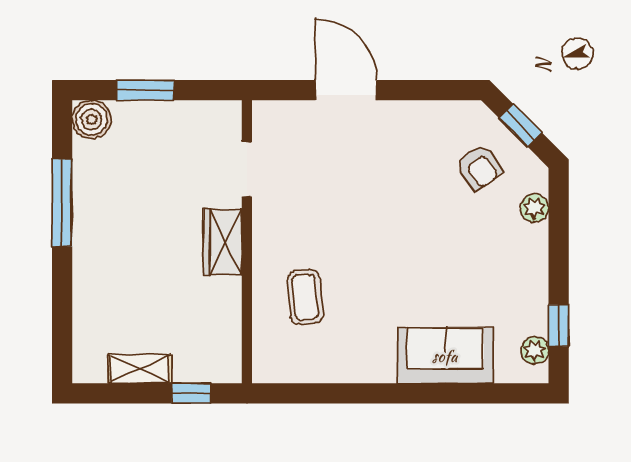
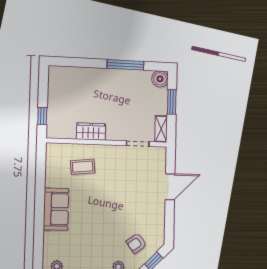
wardrobe: (223, 242) -> (91, 131), moved
sofa: (445, 356) -> (56, 209), moved
shelving: (140, 369) -> (161, 129), moved

